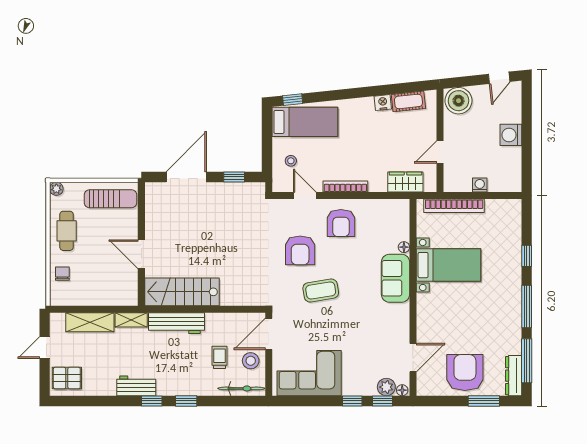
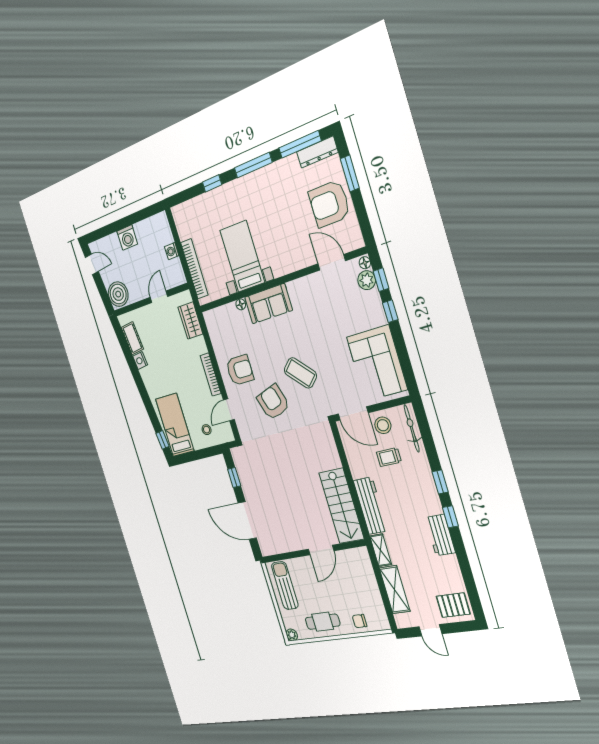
door: (440, 152) -> (159, 297), swing flipped
armchair: (300, 250) -> (273, 402), turned -108
coffee table: (321, 290) -> (300, 373), turned -35
pallet: (67, 378) -> (453, 605), turned 90

